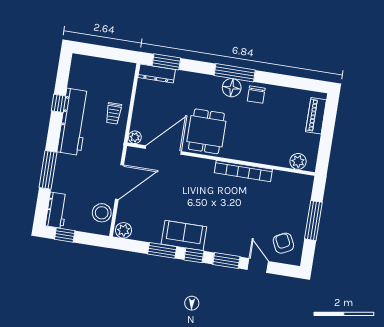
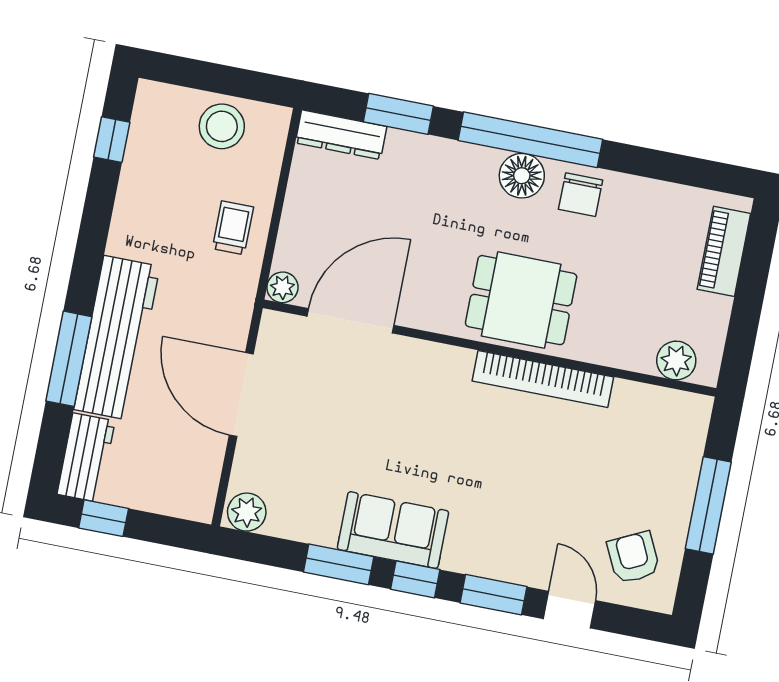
window: (166, 62) -> (398, 114), moved
window: (235, 73) -> (530, 140), width x1.46
window: (58, 103) -> (112, 140), moved
trolley: (114, 113) -> (233, 228), turned 180
workbench: (74, 122) -> (117, 338), moved
dining table: (206, 131) -> (521, 300), moved, turned 90
door: (120, 182) -> (241, 395), swing flipped
stool: (102, 213) -> (222, 126), moved

